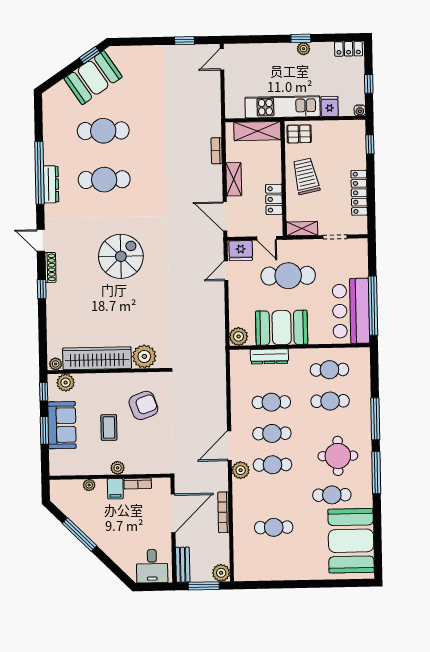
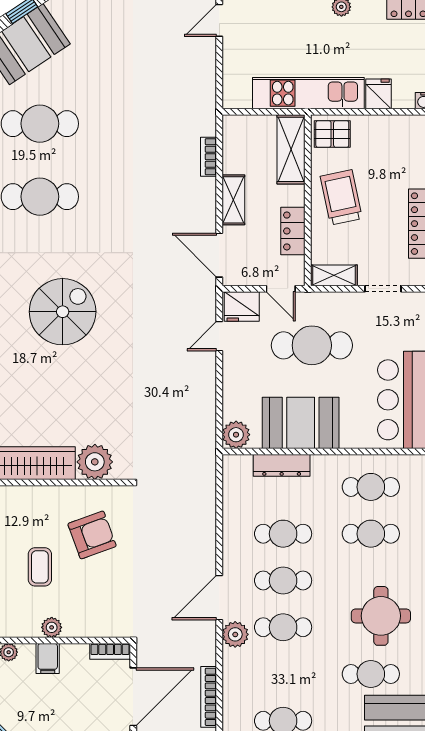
shelving: (257, 131) -> (291, 149), moved, turned 90
bookcase: (138, 484) -> (110, 651), moved

